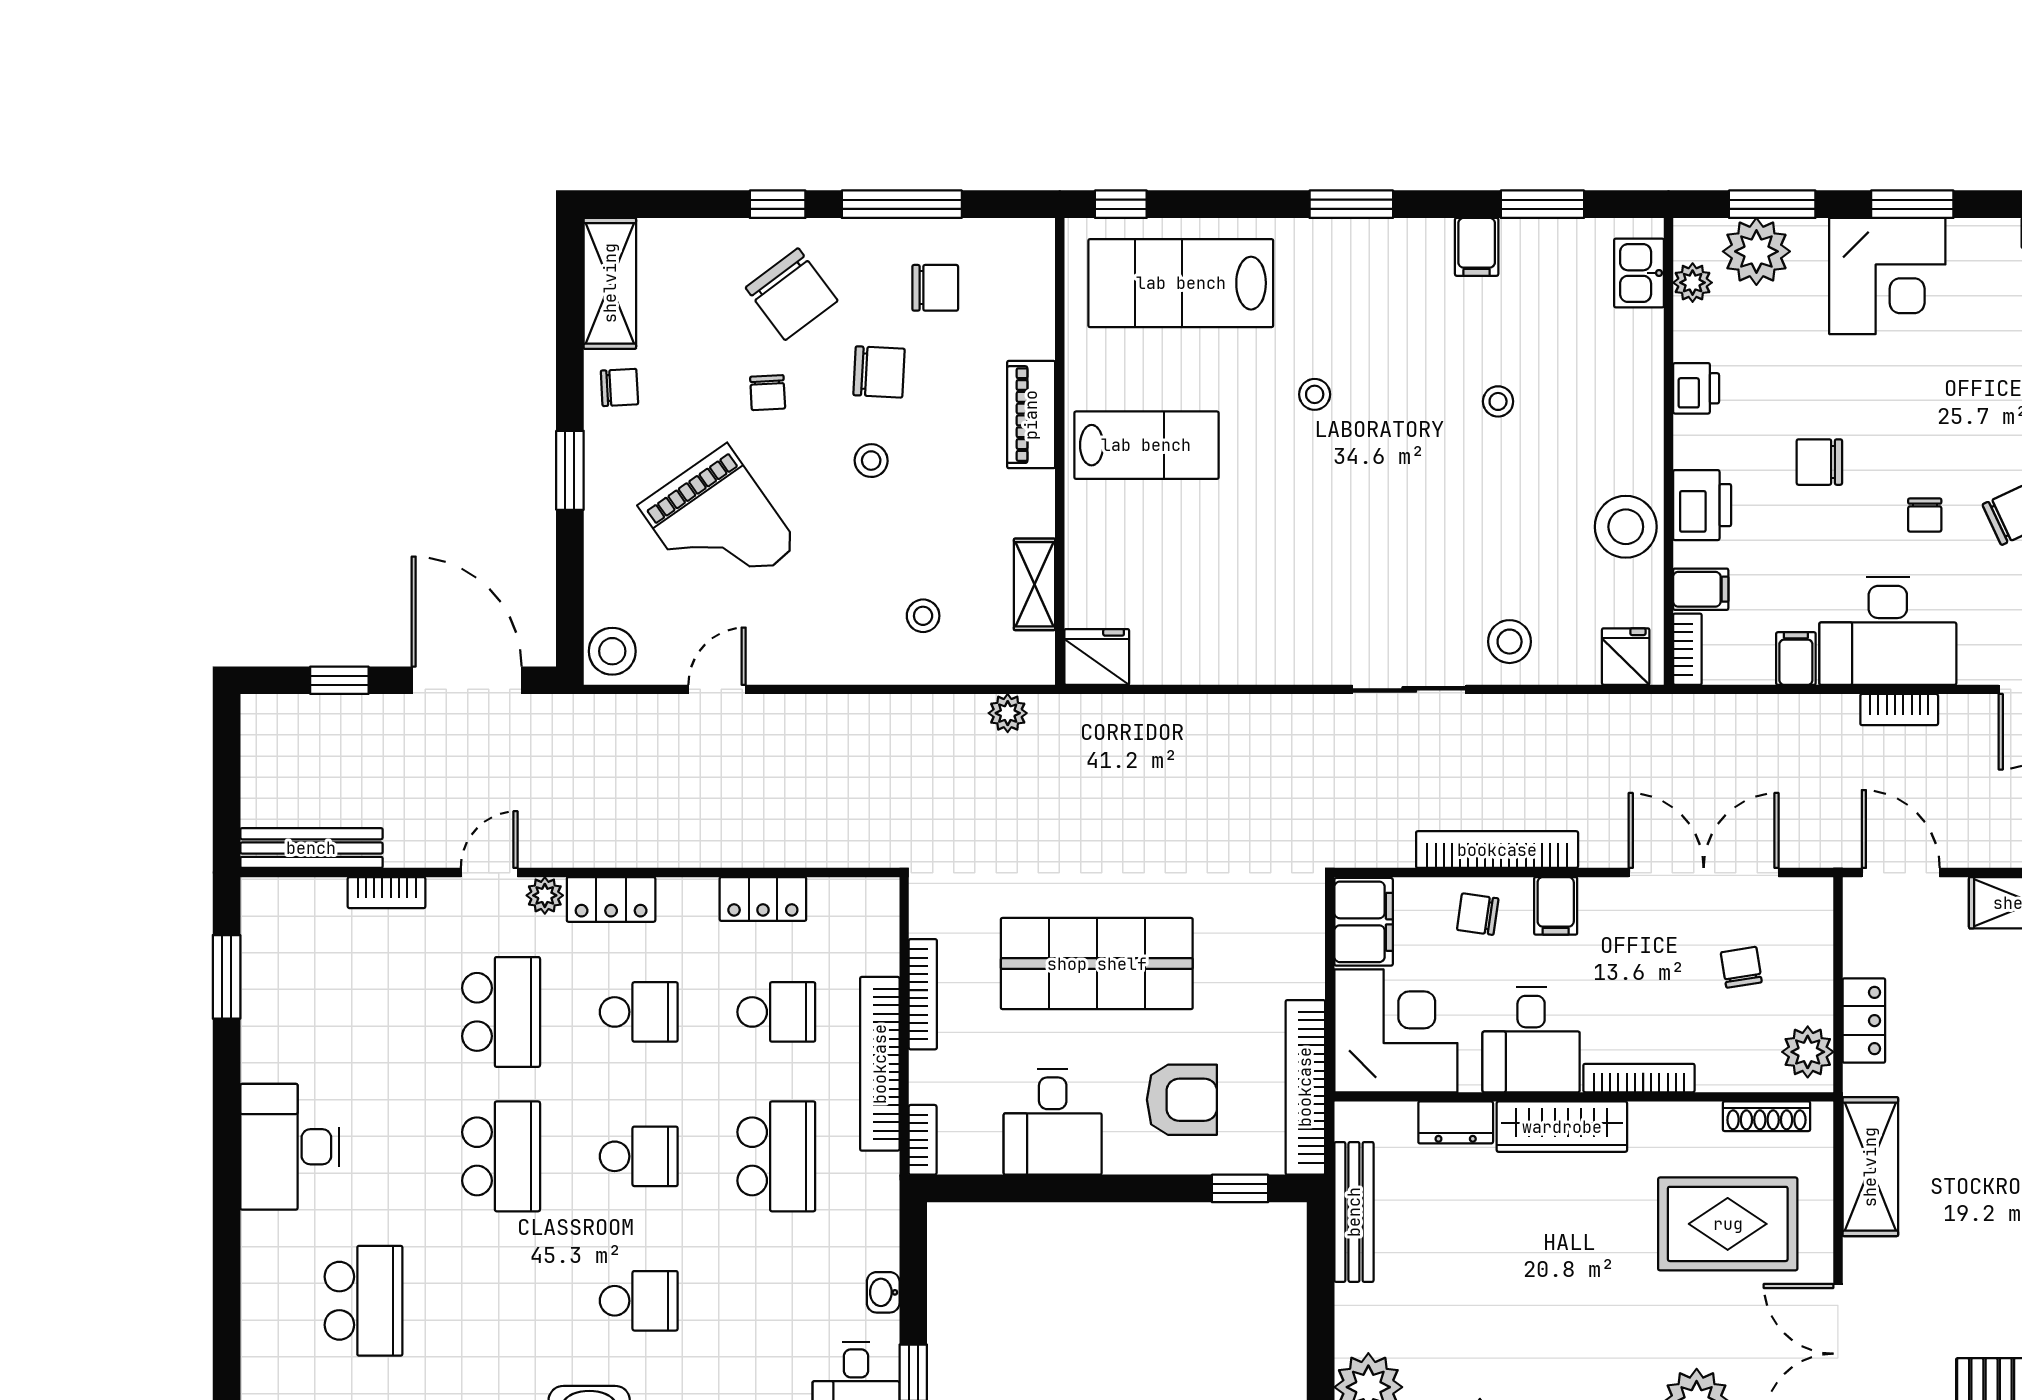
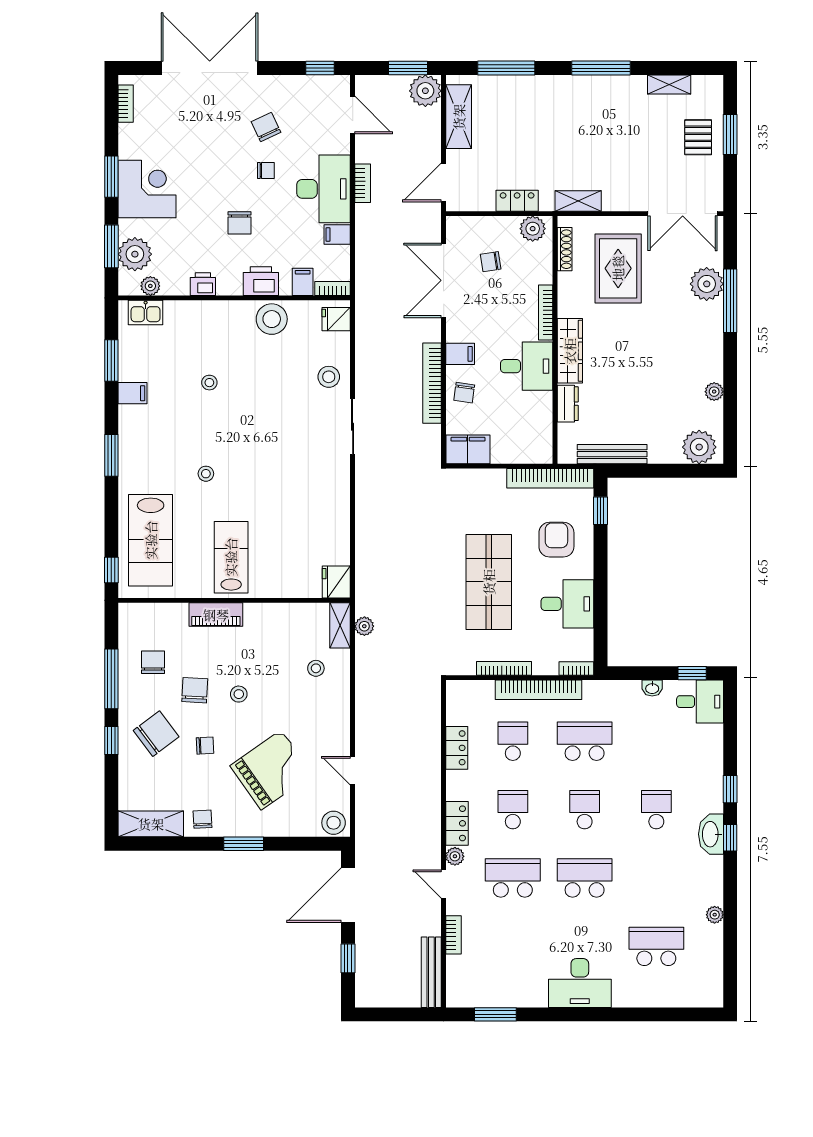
shelving: (1035, 584) -> (340, 625), moved, turned 90
corner desk: (1396, 1031) -> (522, 433), removed
shelving: (1870, 1167) -> (578, 201), width x0.67, depth x0.75

